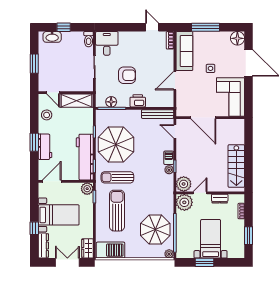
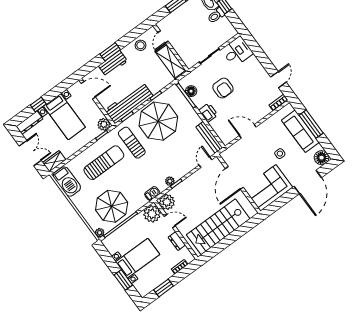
toilet: (89, 39) -> (216, 16), moved
sofa: (184, 51) -> (300, 131), moved, turned 90
barbecue: (169, 158) -> (152, 194), moved
stairs: (236, 166) -> (218, 227), width x1.36, depth x1.51
window: (204, 262) -> (123, 280), moved

